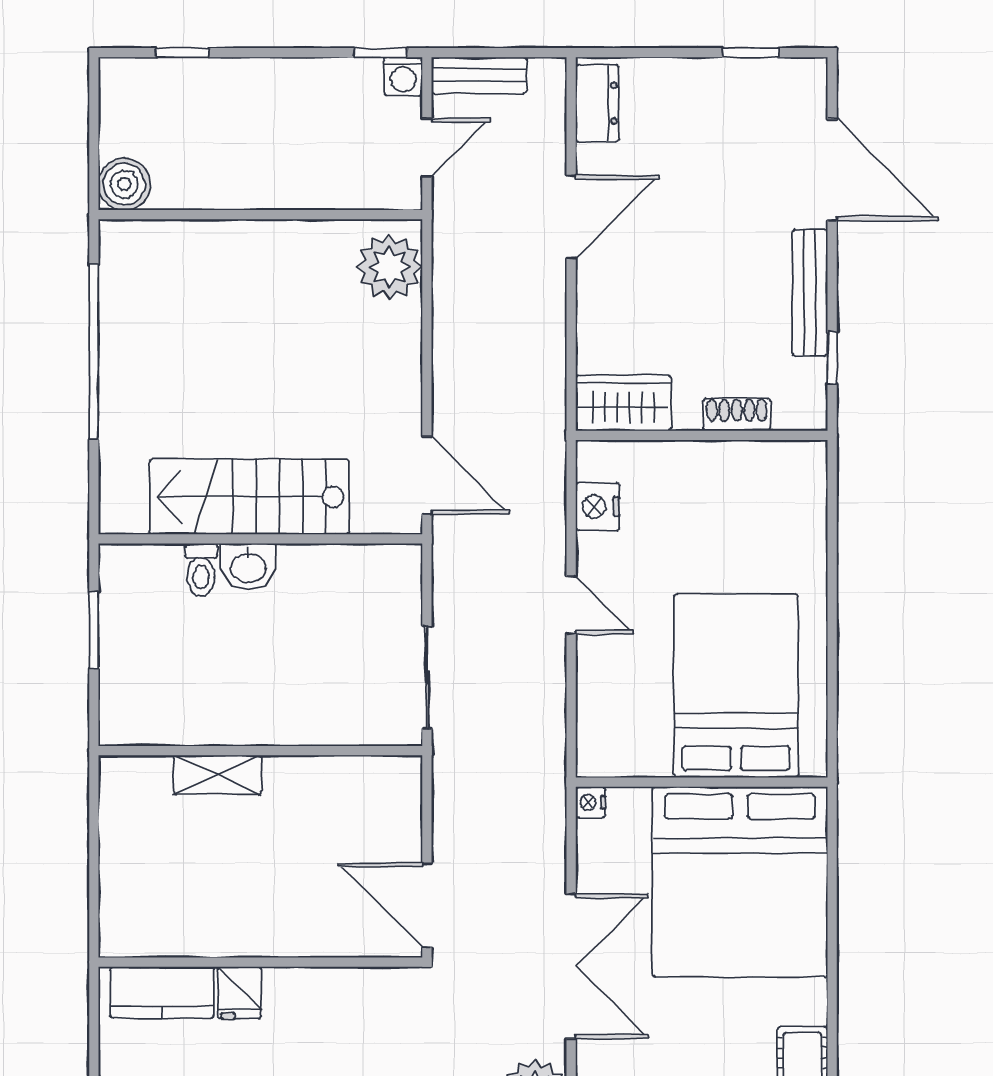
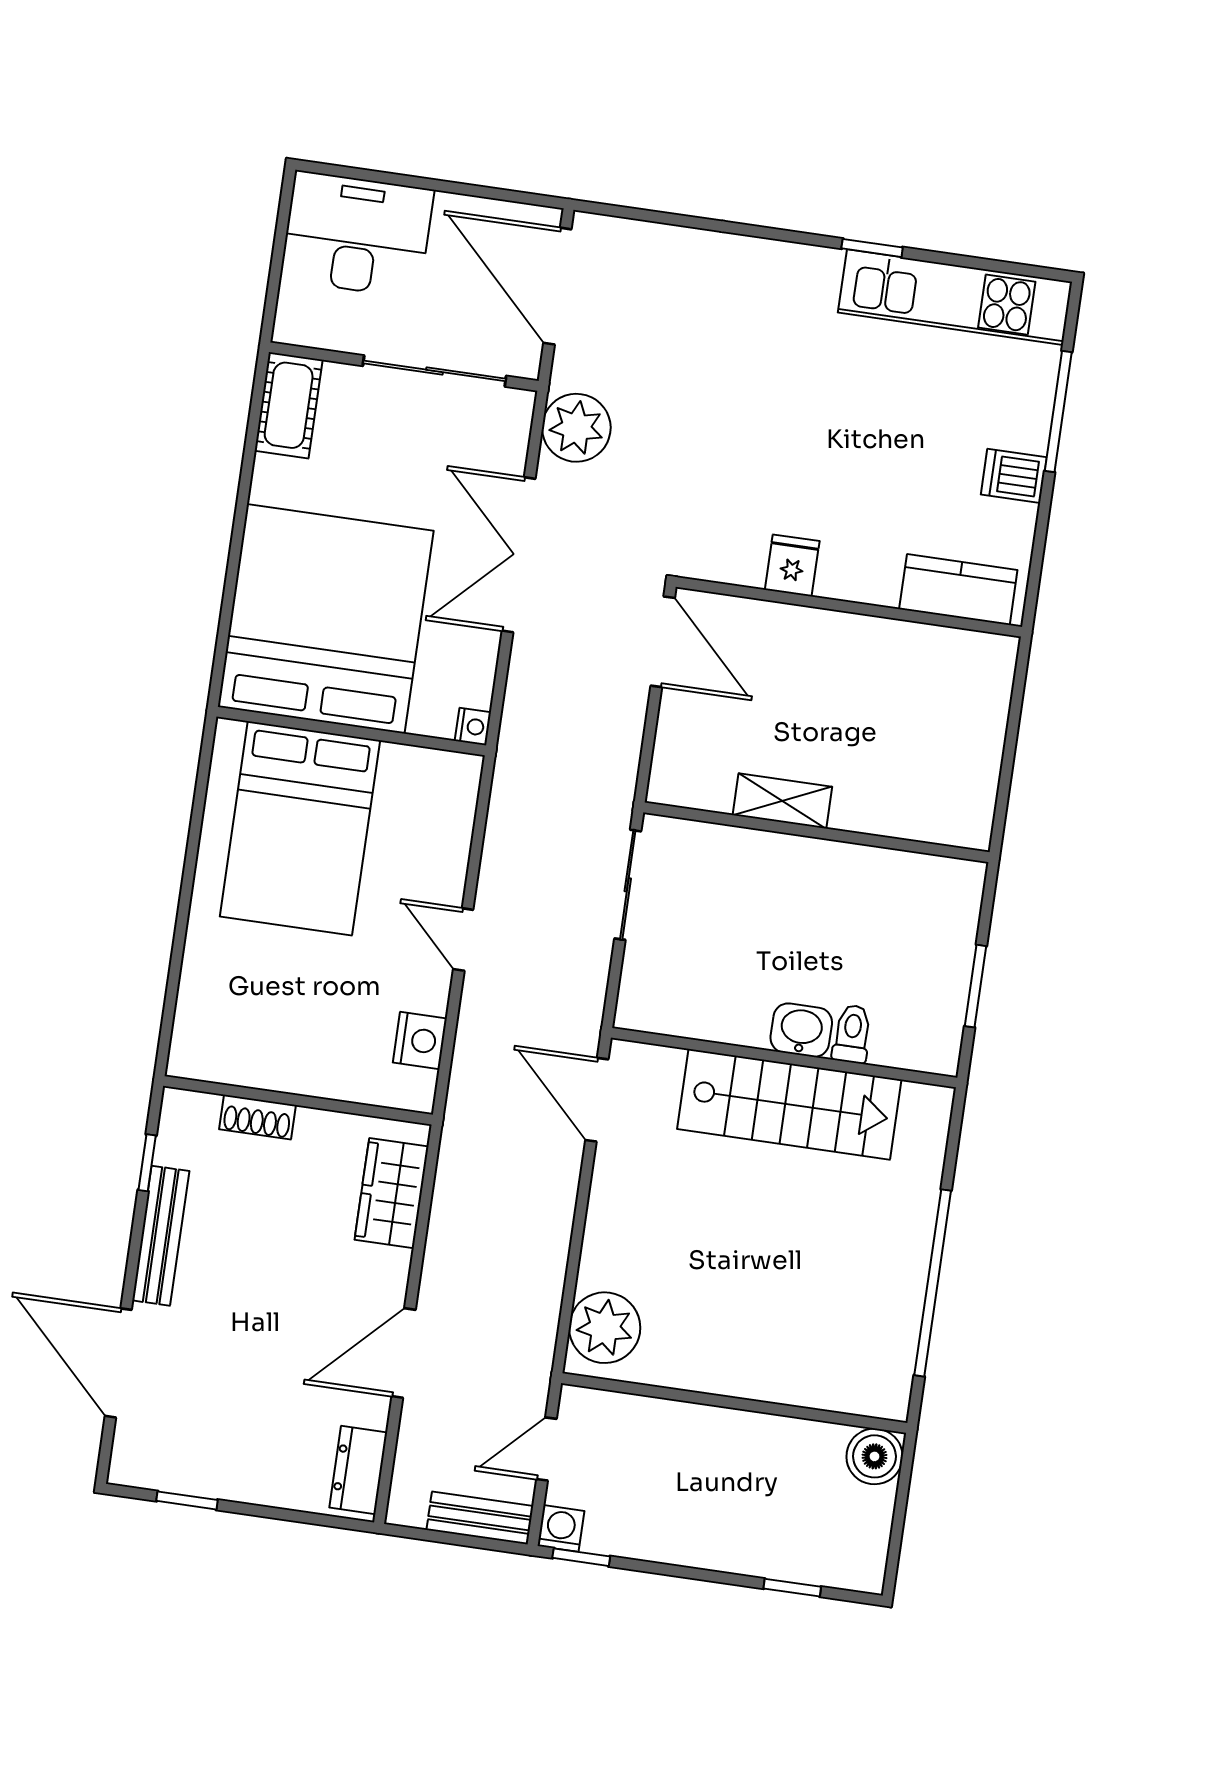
wardrobe: (623, 403) -> (392, 1193), moved, turned 90
shelving: (217, 775) -> (782, 801), moved
fridge: (239, 993) -> (792, 565), moved

